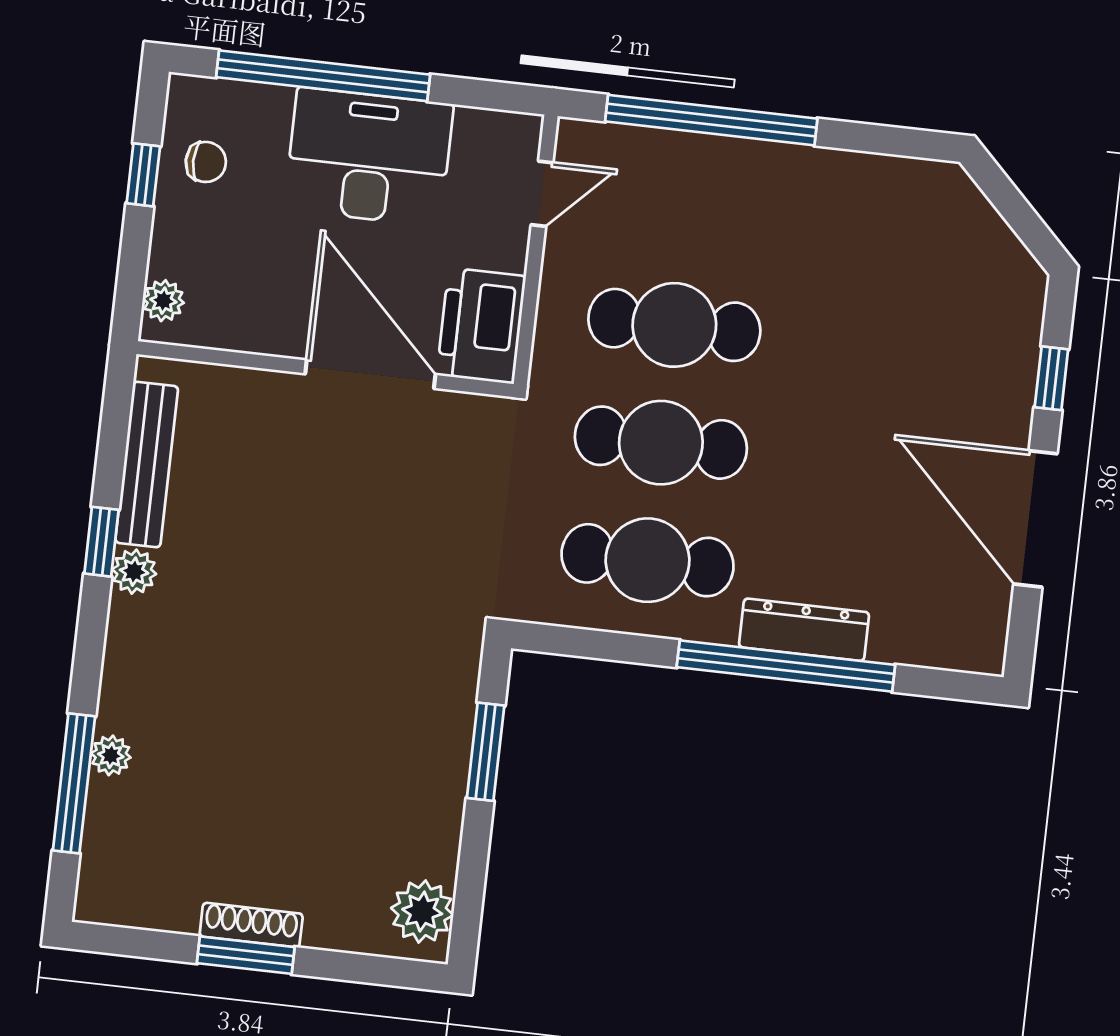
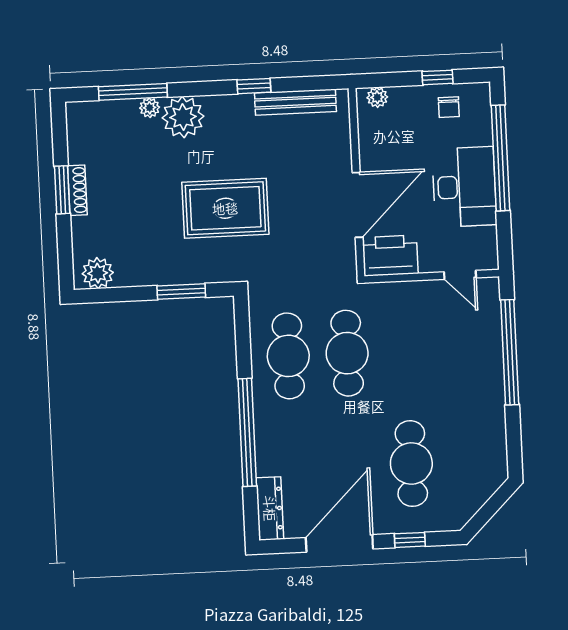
cafe table: (674, 325) -> (411, 464), moved
plant: (134, 572) -> (183, 117), moved, width x1.88, depth x1.88
dresser: (804, 630) -> (270, 508), moved
rug: (334, 637) -> (225, 208), added

